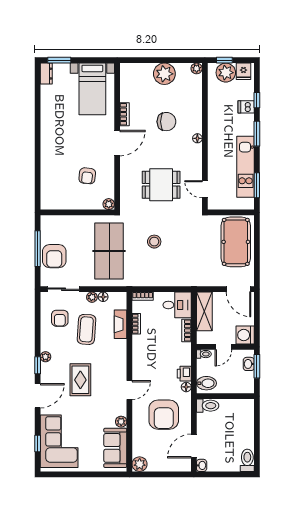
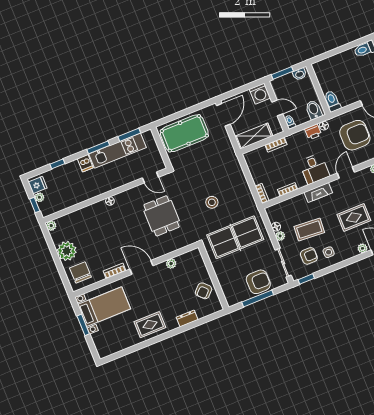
window: (59, 60) -> (83, 325), moved
plant: (226, 73) -> (39, 197), width x0.53, depth x0.53
dresser: (46, 74) -> (187, 318), moved
dishwasher: (246, 107) -> (85, 163), moved
chair: (166, 122) -> (80, 273), moved
rug: (55, 128) -> (150, 325), added
window: (257, 134) -> (98, 147), moved
armchair: (87, 176) -> (204, 291), moved, turned 129
door: (205, 189) -> (150, 177), hinge flipped
plant: (109, 204) -> (171, 264), moved
desk: (177, 305) -> (314, 169), moved, turned 180
fireplace: (120, 324) -> (318, 193), moved
side table: (55, 340) -> (329, 252), added
plant: (45, 357) -> (362, 248), moved
washbasin: (249, 364) -> (299, 74), moved
window: (38, 365) -> (306, 279), moved
door: (129, 390) -> (346, 173), hinge flipped

